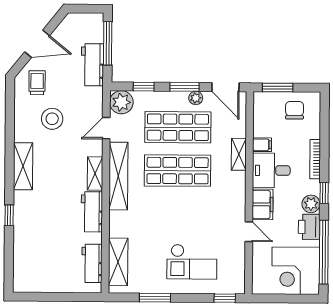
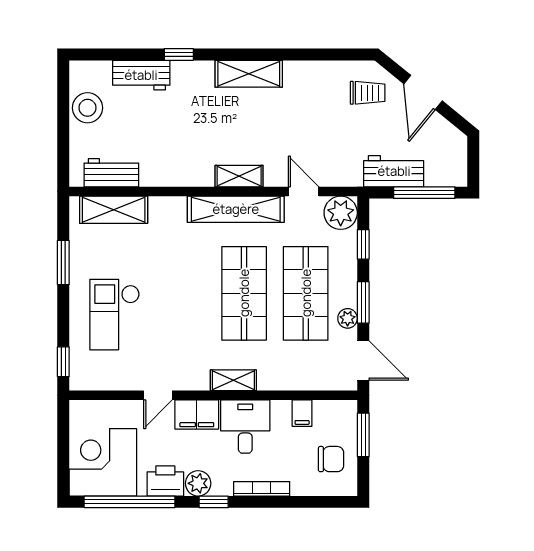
door: (225, 87) -> (363, 361), swing flipped
stool: (52, 119) -> (87, 108), moved
filing cabinet: (262, 145) -> (302, 413), moved
shelving: (239, 154) -> (233, 380), moved
workbench: (92, 212) -> (141, 75), moved, turned 180

